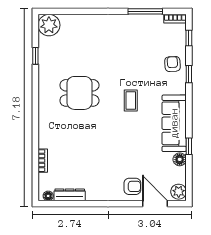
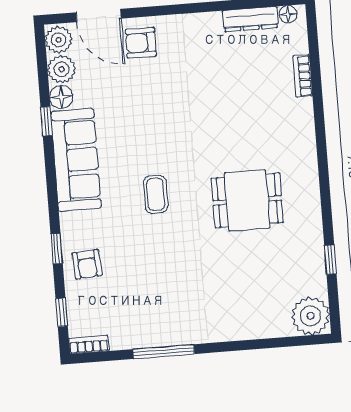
window: (145, 11) -> (164, 352), moved
plant: (178, 175) -> (62, 69), added

